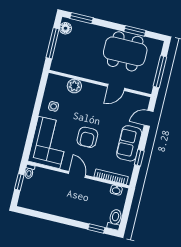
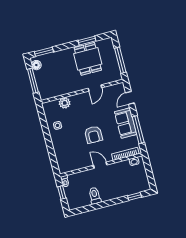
dining table: (125, 51) -> (88, 59), width x0.73
corner sofa: (49, 142) -> (68, 153), removed
window: (139, 158) -> (138, 130), width x2.17
toilet: (115, 219) -> (95, 196), moved

